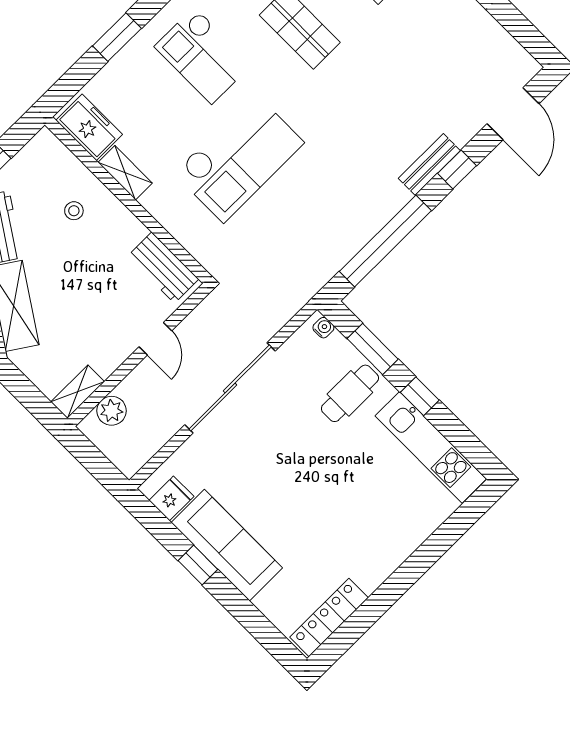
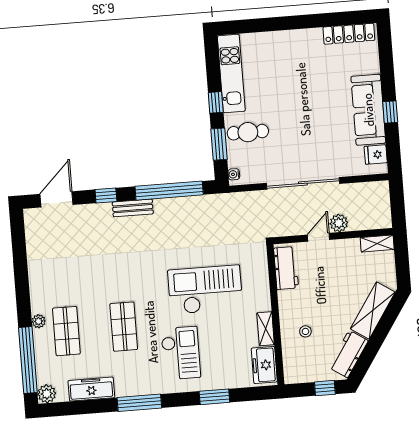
bench: (429, 164) -> (133, 208), moved
plant: (112, 411) -> (339, 223), moved

